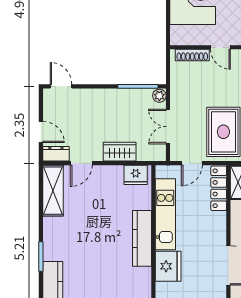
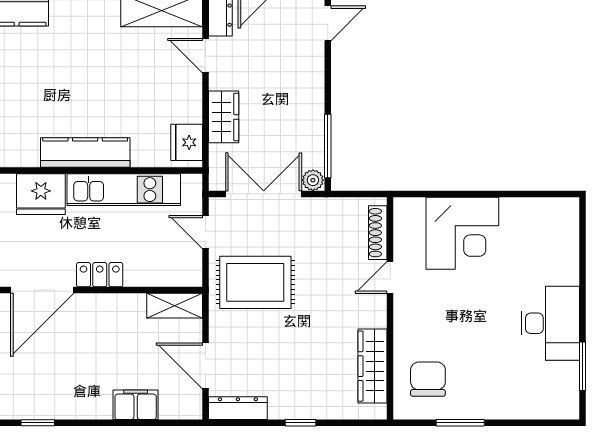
double door: (168, 127) -> (264, 194), width x1.37
locker: (219, 188) -> (100, 275), moved, width x0.66

